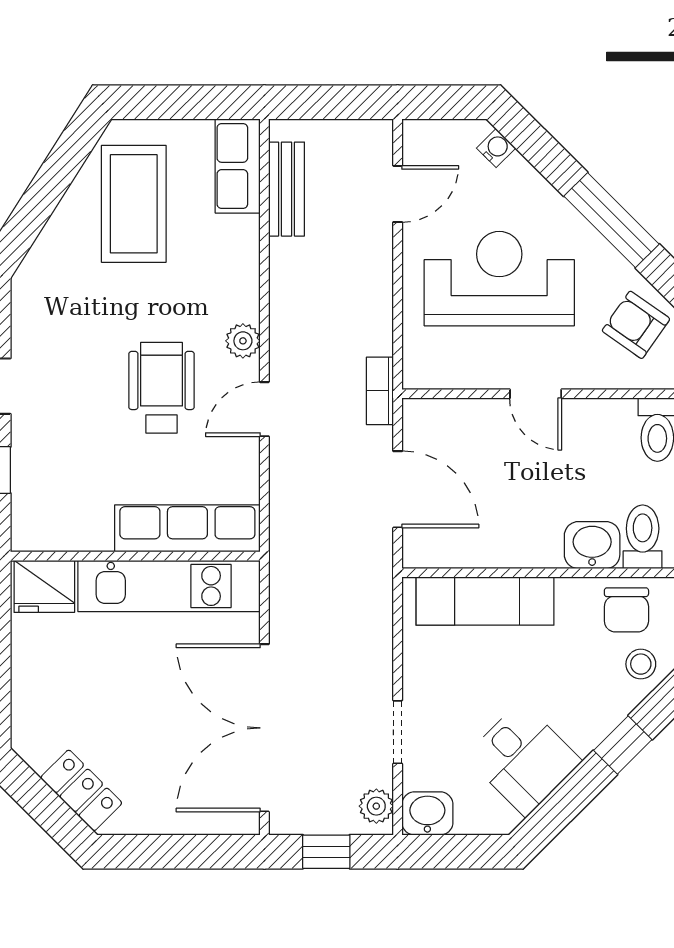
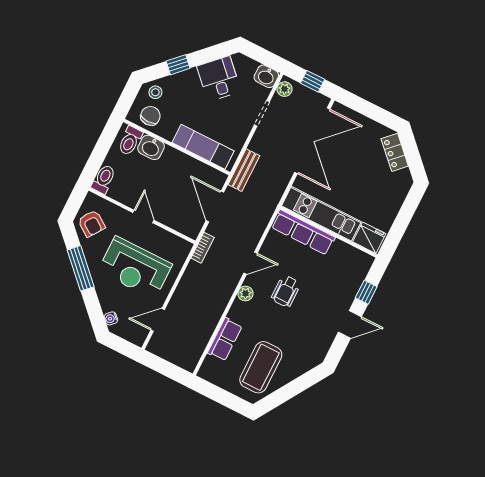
row of seats: (238, 166) -> (225, 339), moved
bench: (287, 189) -> (244, 170), moved
wheelchair: (162, 388) -> (286, 291), width x0.73, depth x0.73

